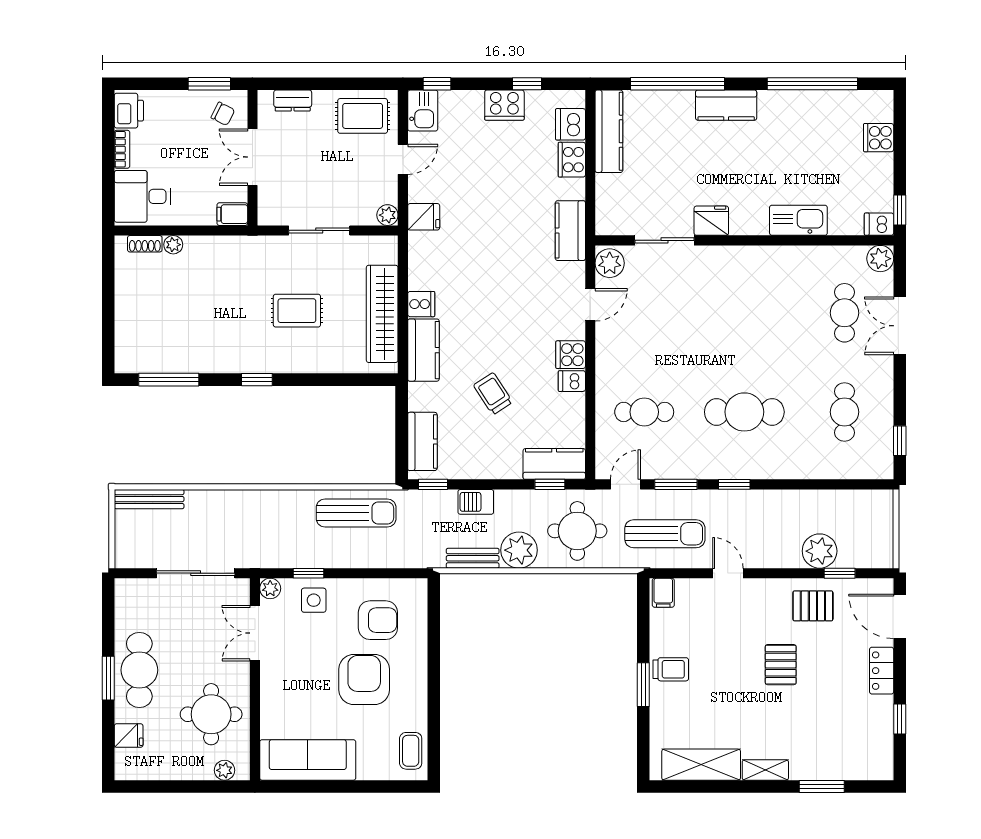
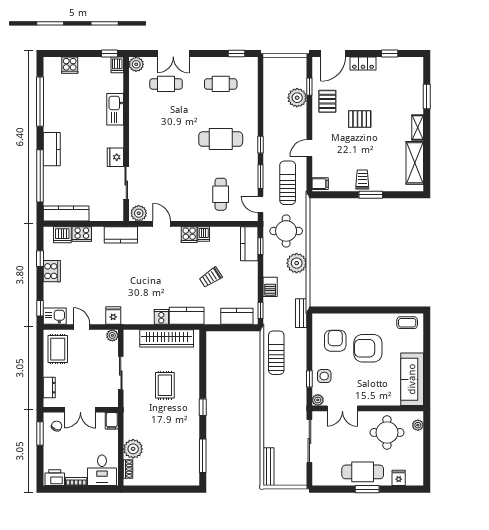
plant: (173, 245) -> (133, 449), width x1.88, depth x1.88
cafe table: (744, 412) -> (221, 139), turned 90
bench: (473, 558) -> (301, 313), moved

